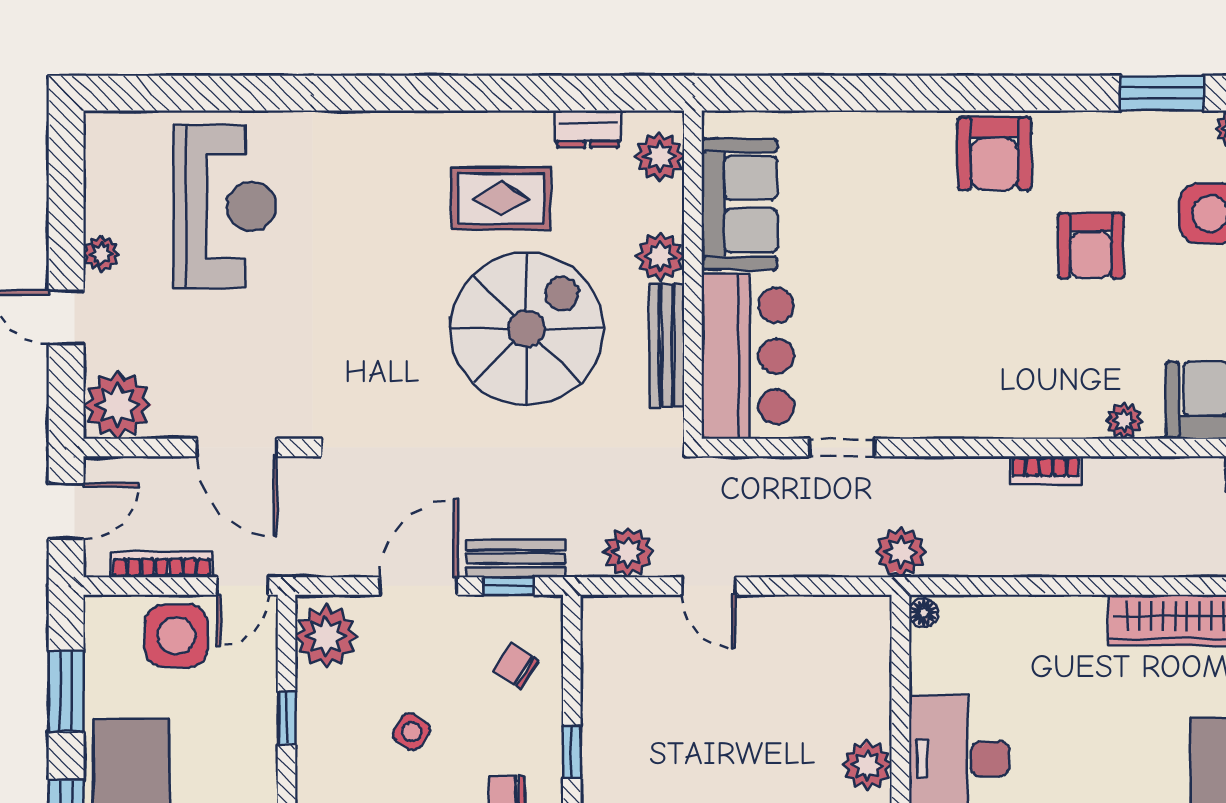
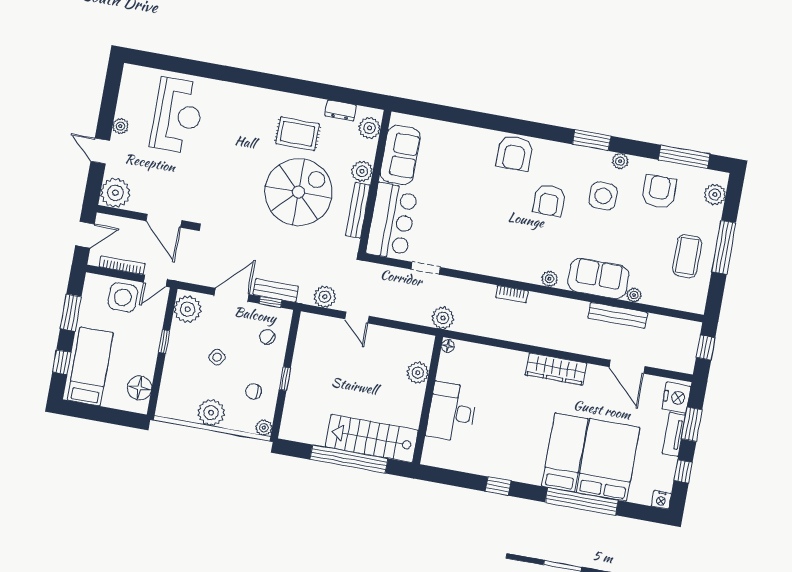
plant: (867, 765) -> (418, 373), moved

